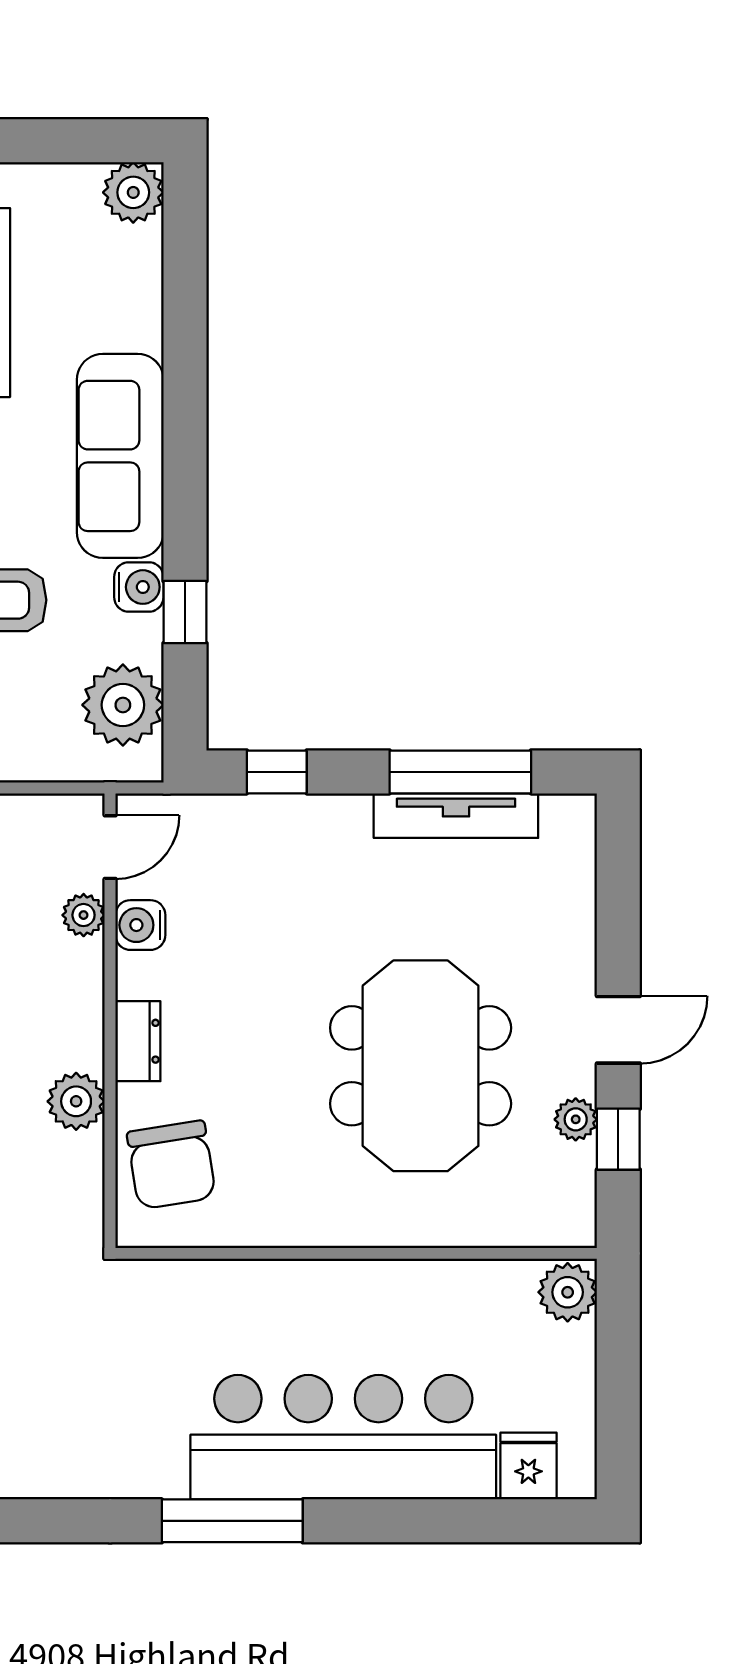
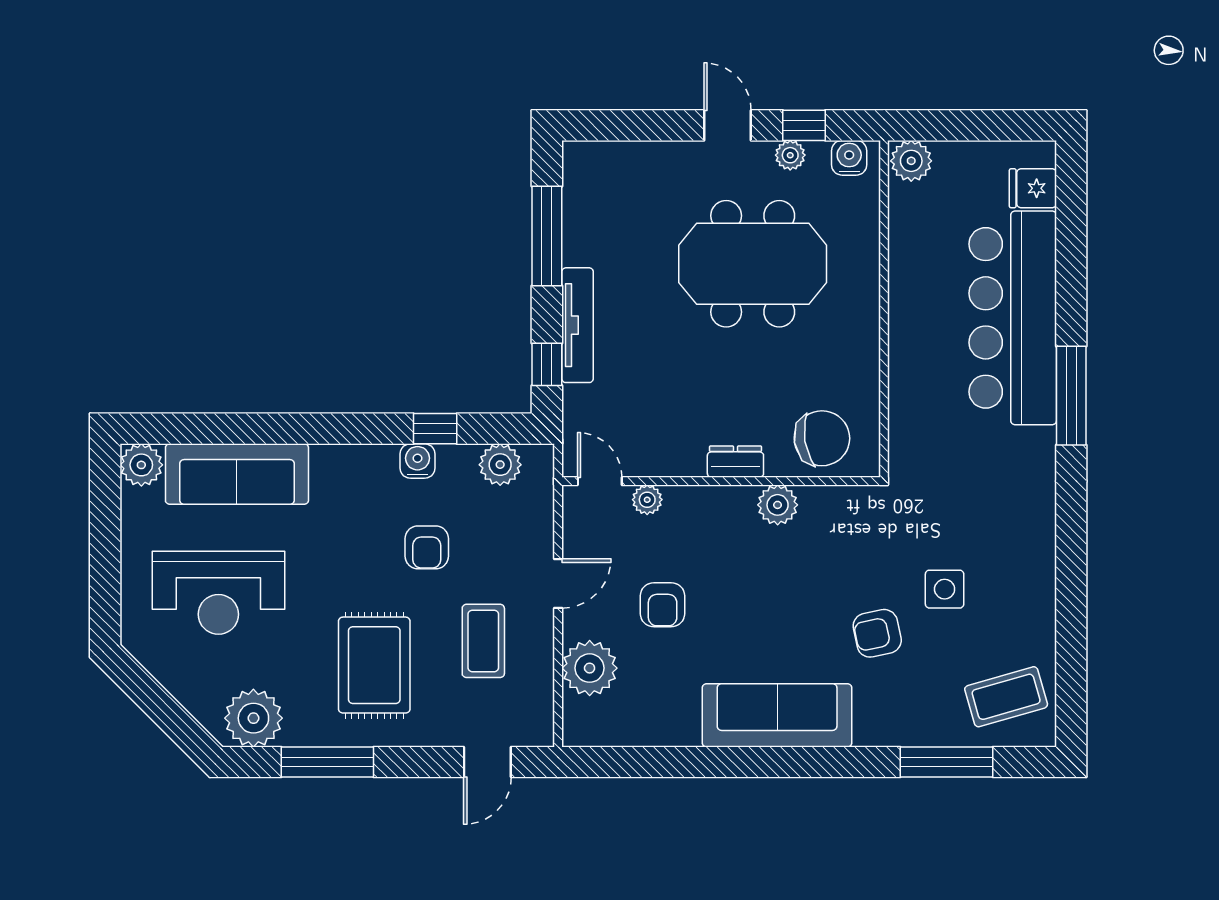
sofa: (120, 456) -> (237, 474), moved
plant: (123, 705) -> (500, 465), width x0.73, depth x0.73
tv unit: (456, 816) -> (578, 325), moved
water cooler: (140, 925) -> (849, 158), moved, turned 180

